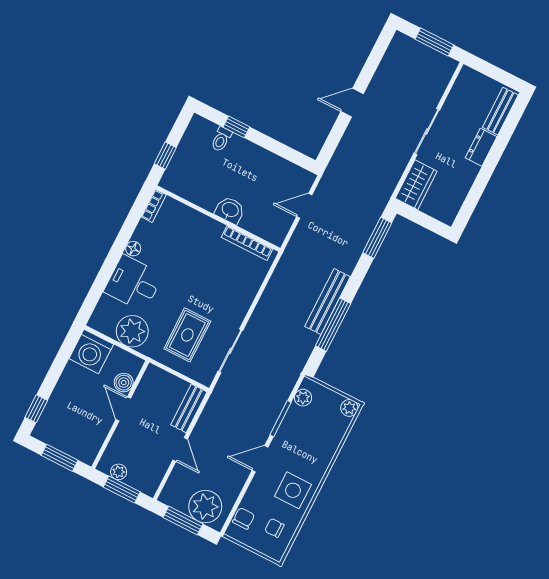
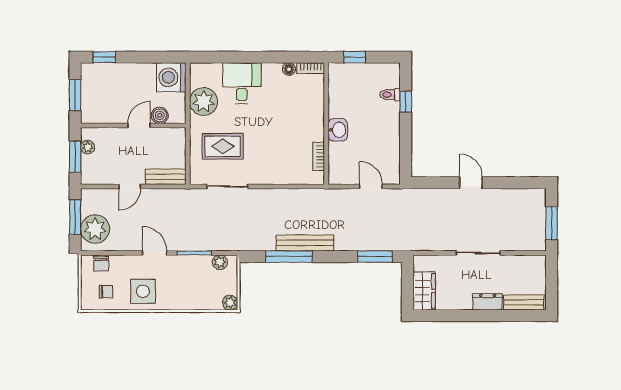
wardrobe: (416, 185) -> (424, 291), moved, turned -90
bookcase: (247, 243) -> (319, 156), width x0.64
floor lamp: (133, 249) -> (289, 69), moved
chair: (244, 518) -> (101, 264), turned 90
chair: (274, 528) -> (106, 292), turned 90

